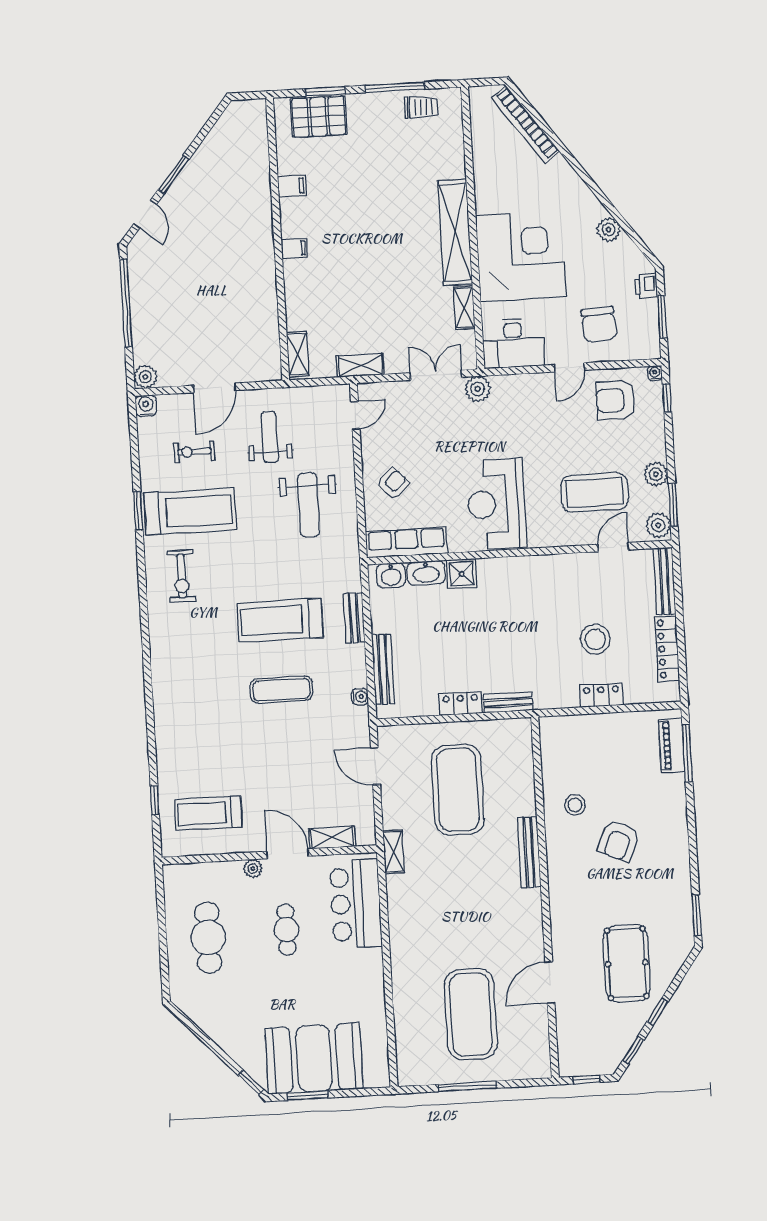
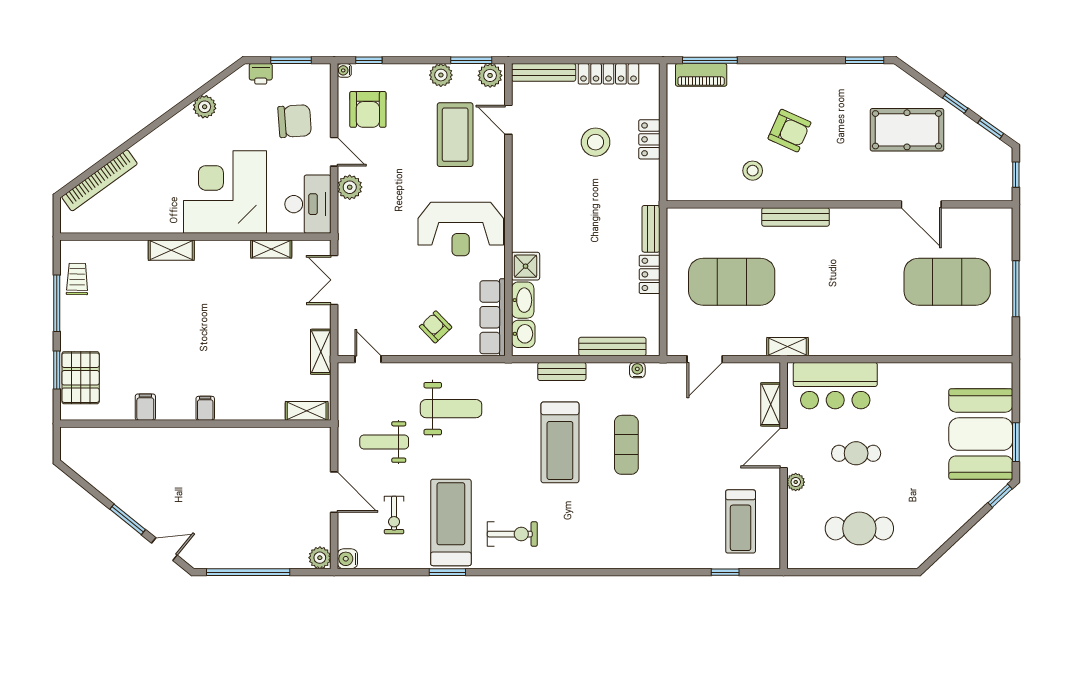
shelving: (455, 232) -> (171, 250), width x0.45, depth x0.75
plant: (478, 389) -> (350, 187), moved

